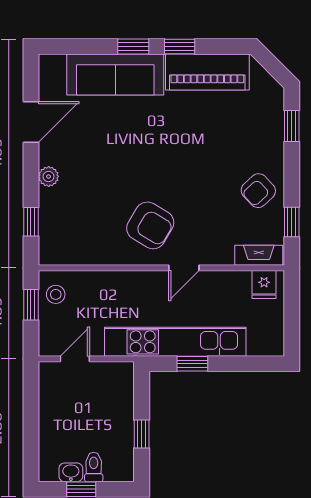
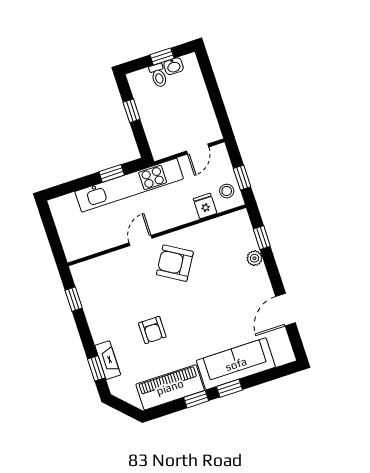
plant: (49, 176) -> (255, 258), moved
armchair: (258, 191) -> (152, 330), moved, turned 133
fireplace: (259, 255) -> (108, 360), moved, turned -90
fridge: (264, 285) -> (205, 206), moved

